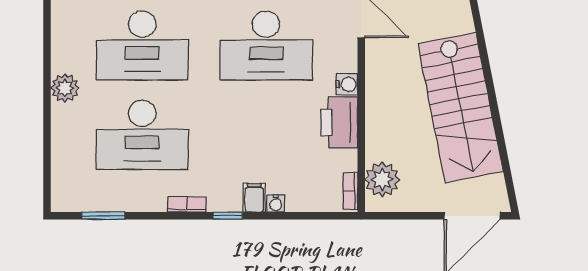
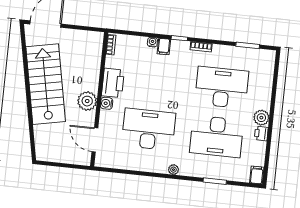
desk: (142, 45) -> (217, 136), turned 180
printer: (62, 59) -> (261, 133), added
plant: (382, 179) -> (87, 101), moved

